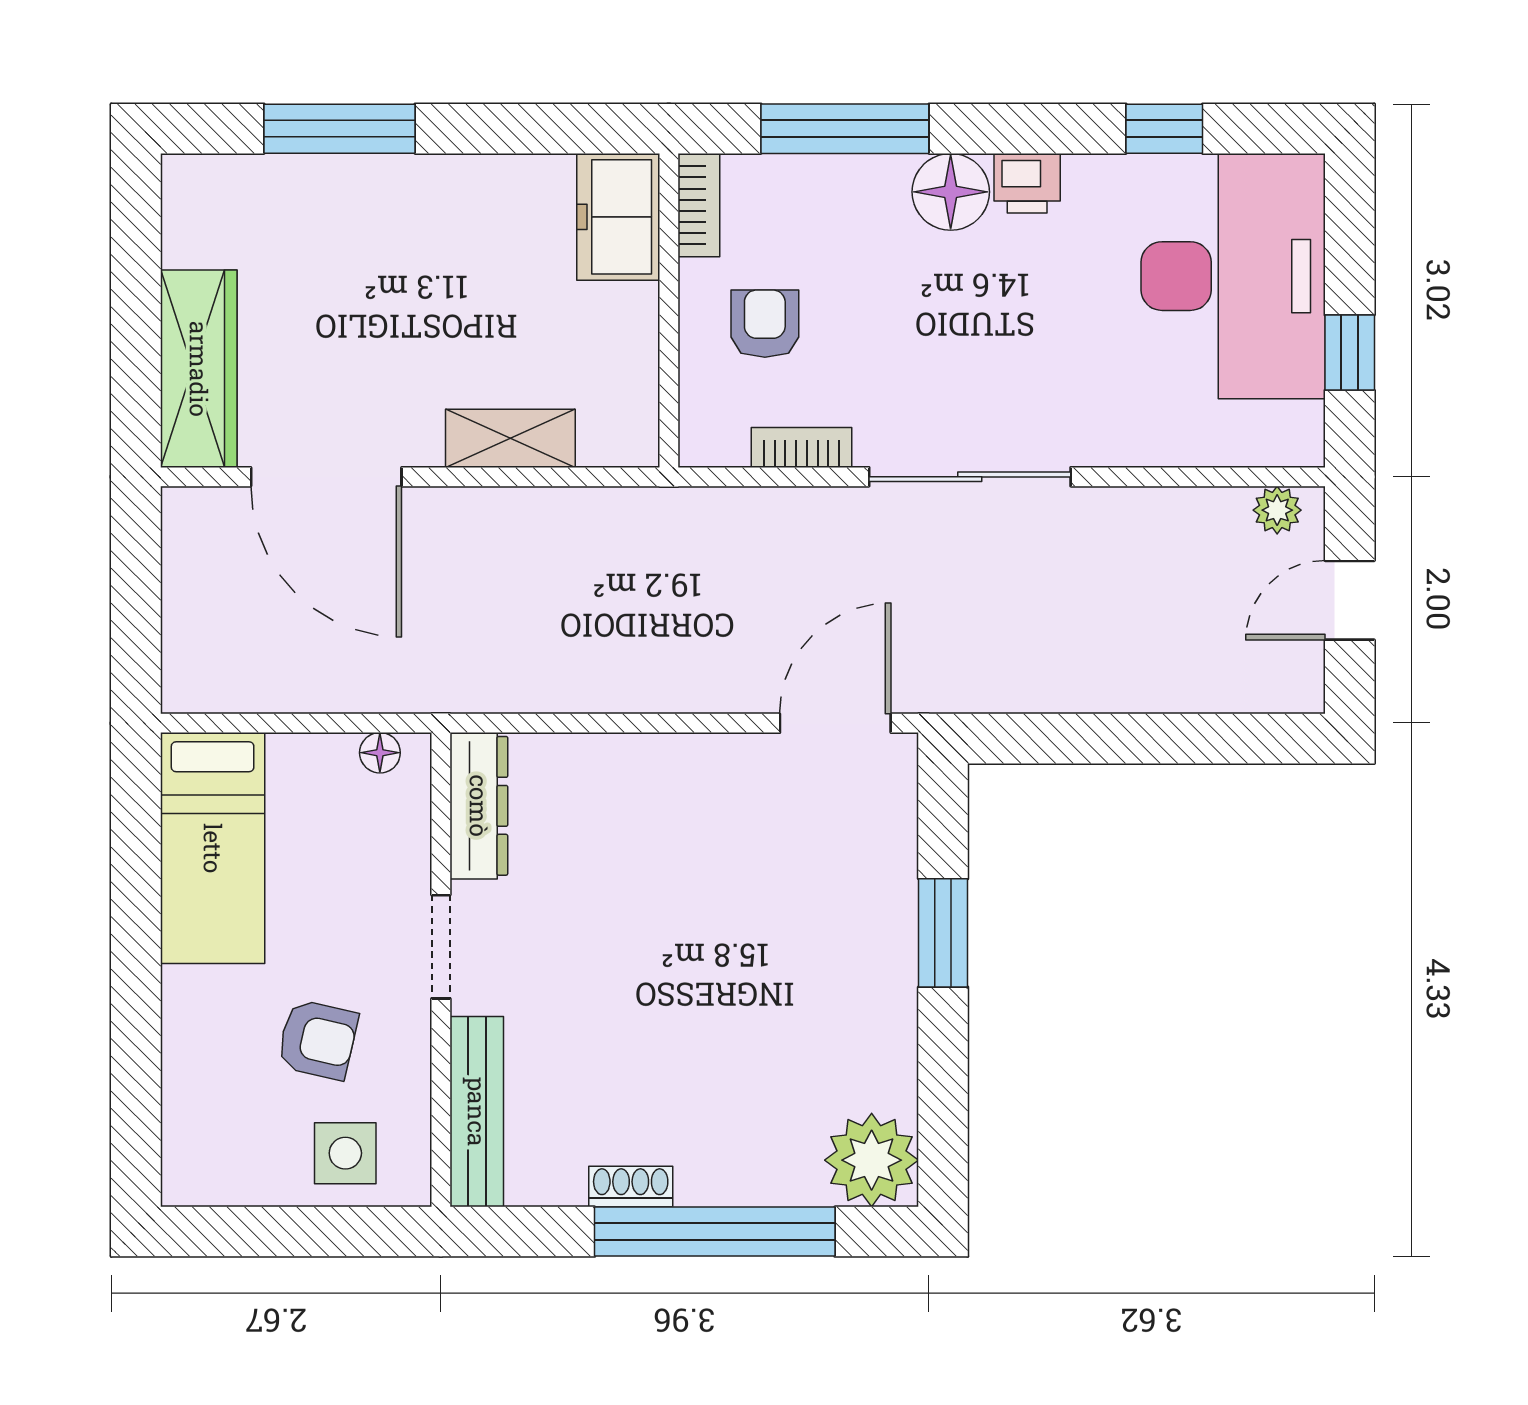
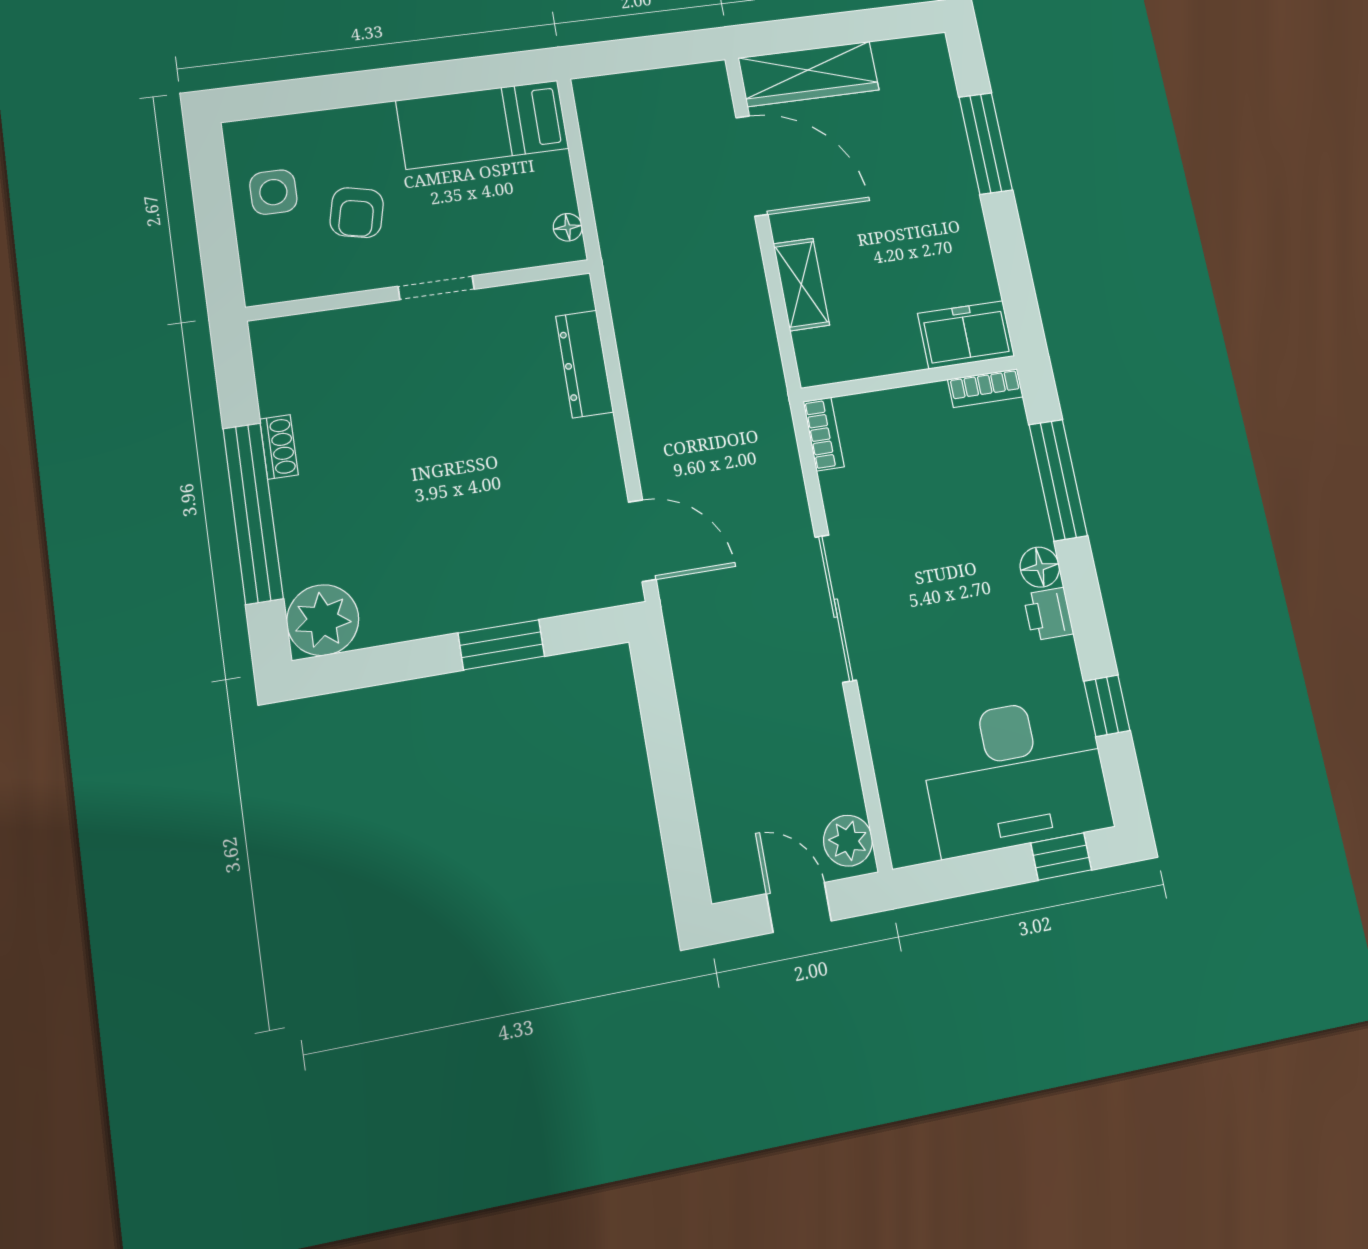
floor lamp: (951, 192) -> (1040, 567), width x0.73, depth x0.73
armchair: (765, 324) -> (914, 446), removed
window: (1350, 353) -> (1061, 856), moved
bookcase: (802, 447) -> (824, 434), moved
door: (326, 477) -> (752, 166), swing flipped
plant: (1277, 510) -> (848, 841), width x1.38, depth x1.38
dresser: (479, 806) -> (584, 364), moved, turned 90
bench: (477, 1112) -> (320, 330), removed
side table: (345, 1153) -> (273, 192), moved

